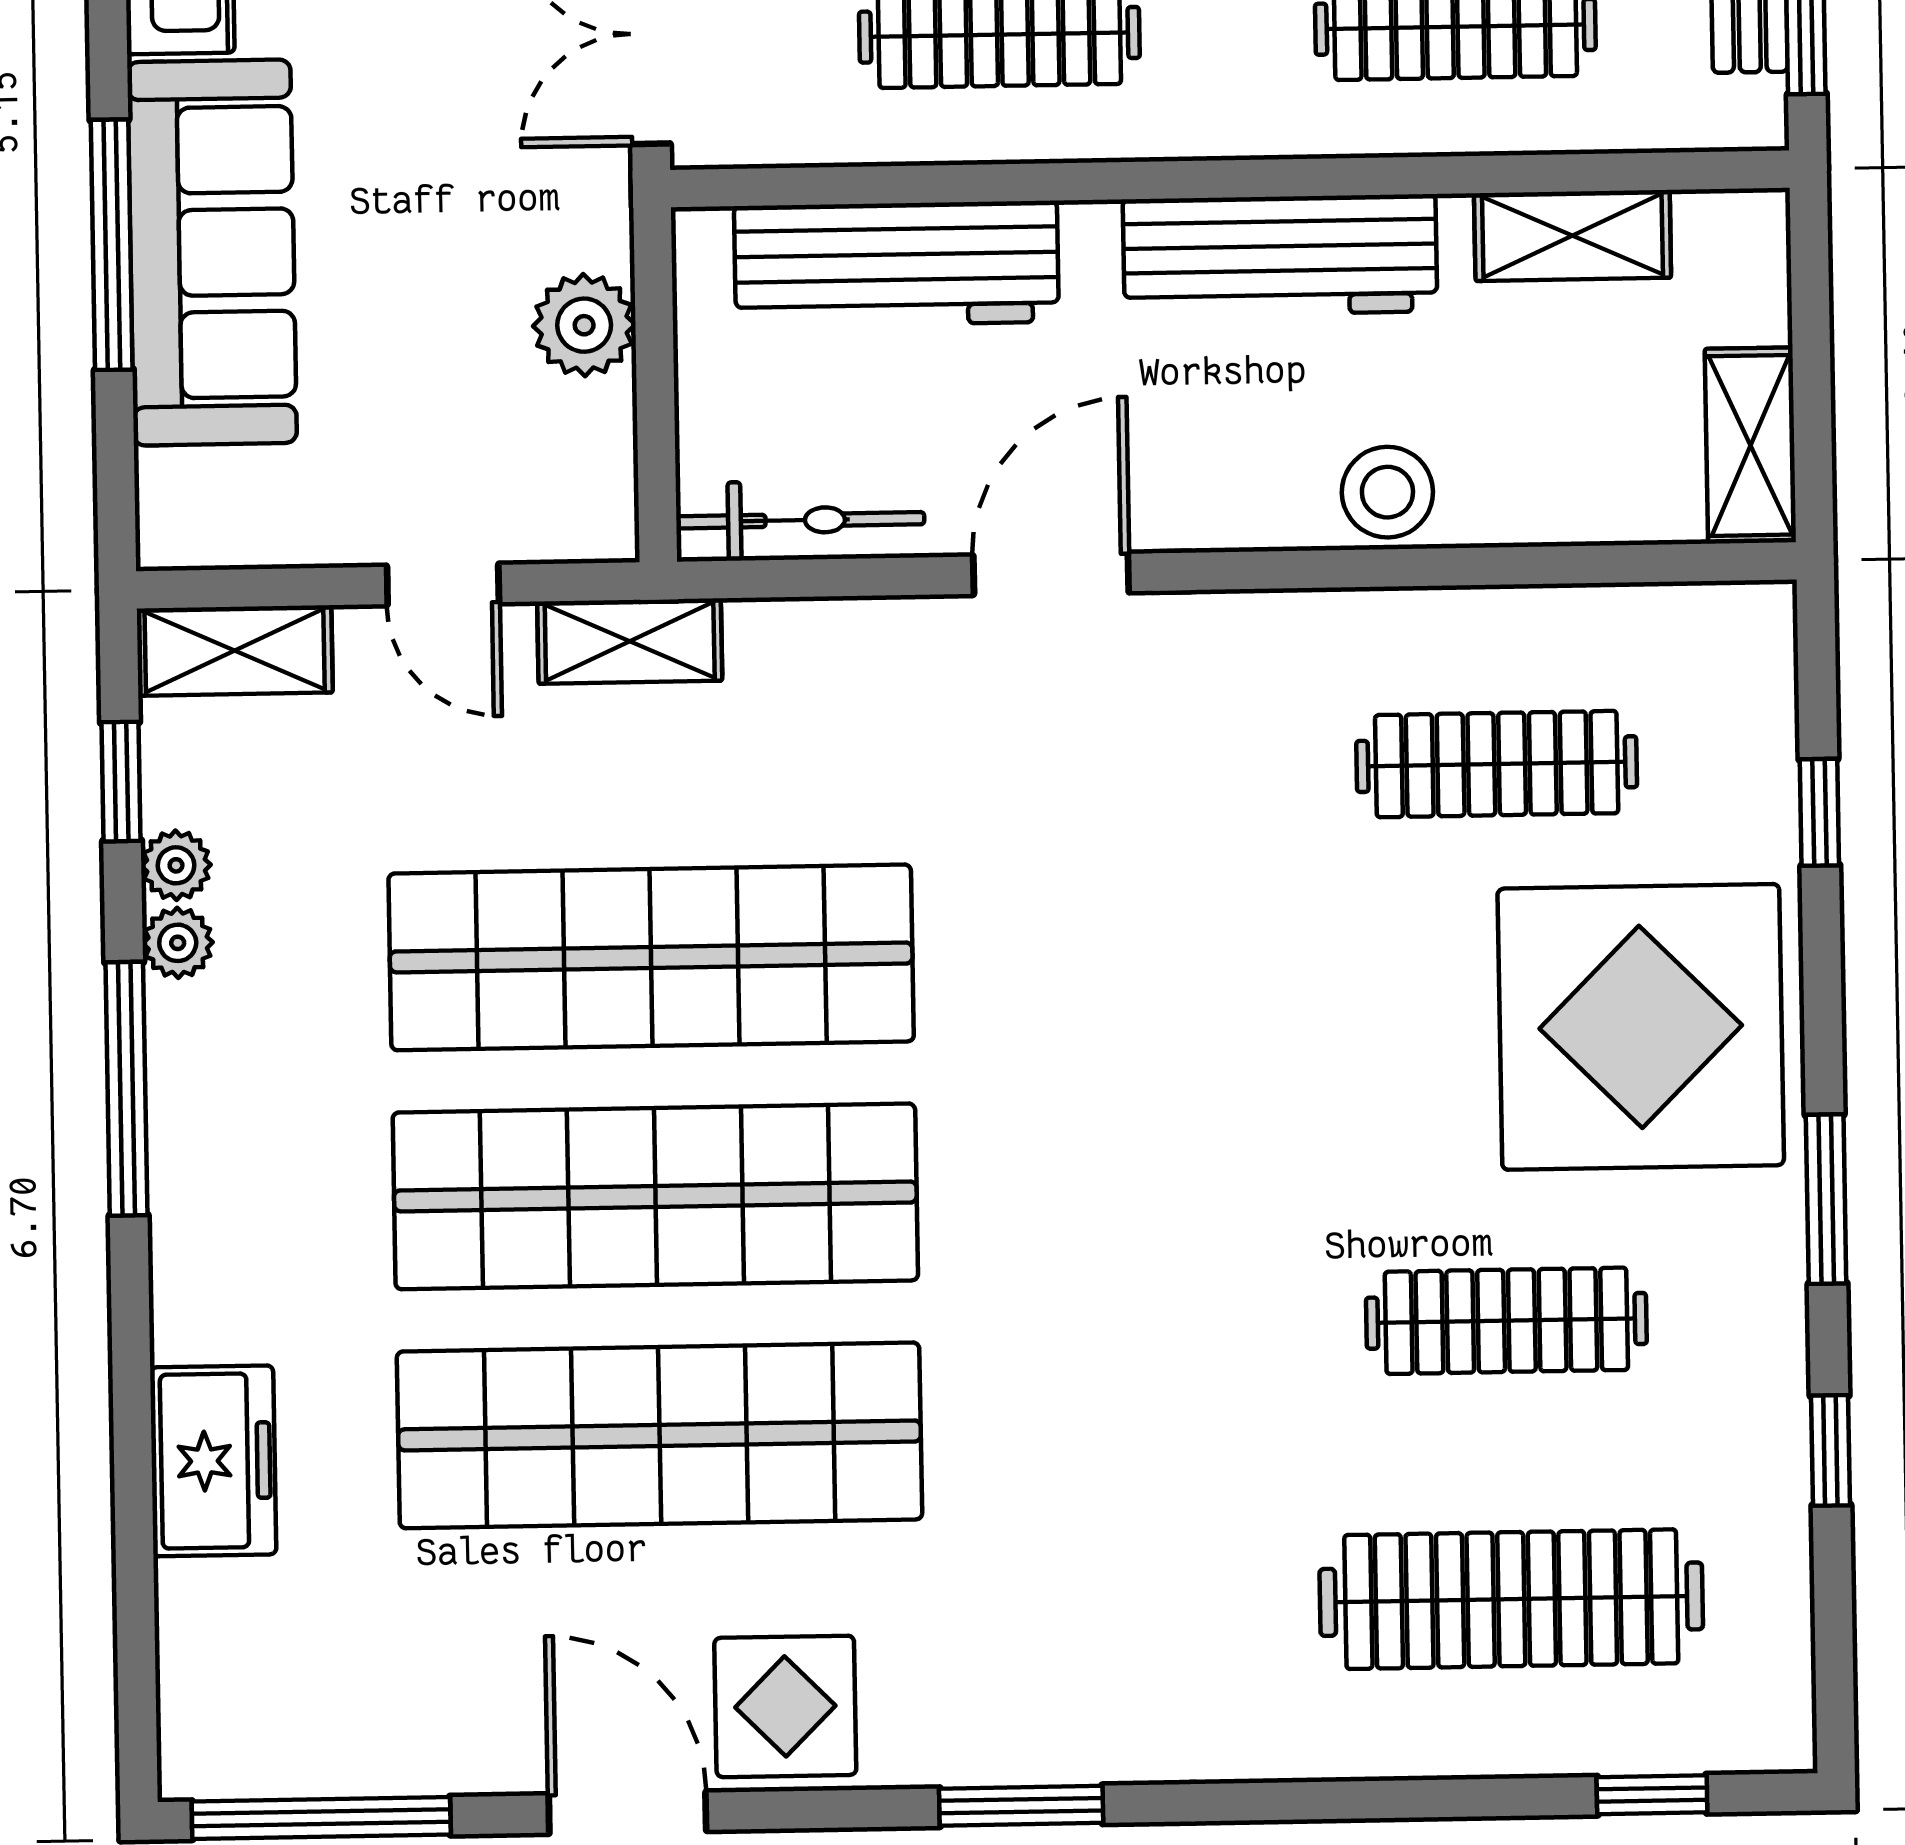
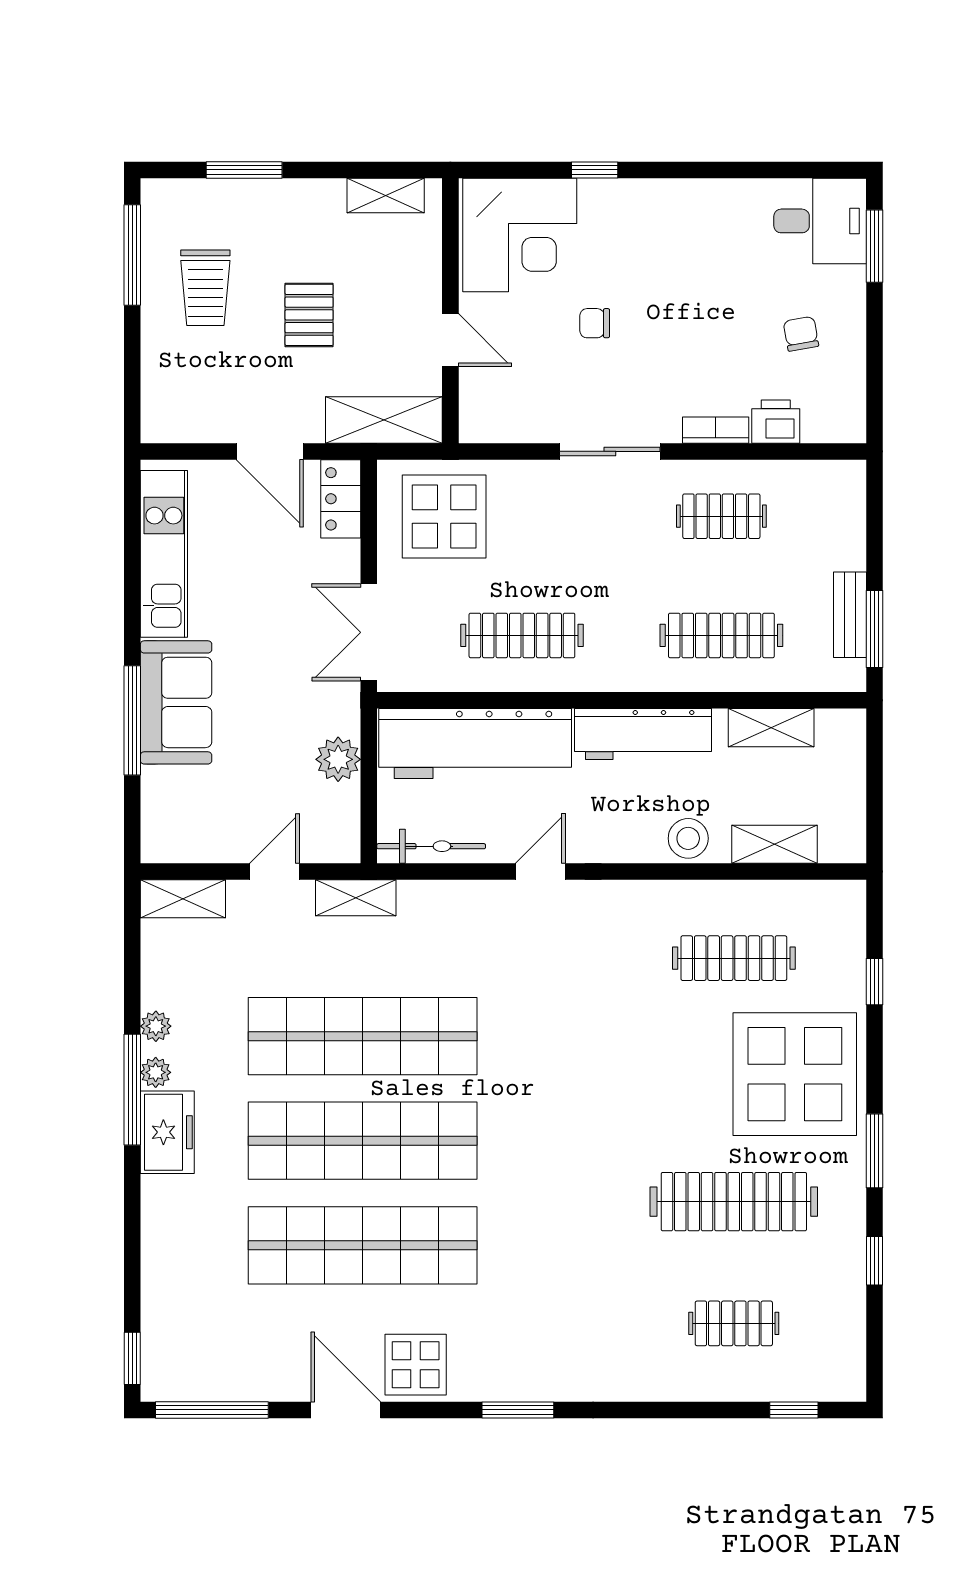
sofa: (212, 252) -> (176, 702), width x0.73
workbench: (896, 264) -> (475, 743), width x1.36, depth x1.32
shelving: (1750, 445) -> (774, 844), moved, turned 90
door: (1051, 574) -> (540, 872), width x0.73
door: (443, 584) -> (274, 872), swing flipped
window: (121, 782) -> (132, 1358), moved
plant: (176, 865) -> (156, 1072), moved
clothes rail: (1506, 1321) -> (734, 1202), width x1.37, depth x1.31
freezer: (213, 1461) -> (167, 1132), moved
clothes rail: (1511, 1599) -> (734, 1323), width x0.54, depth x0.76

